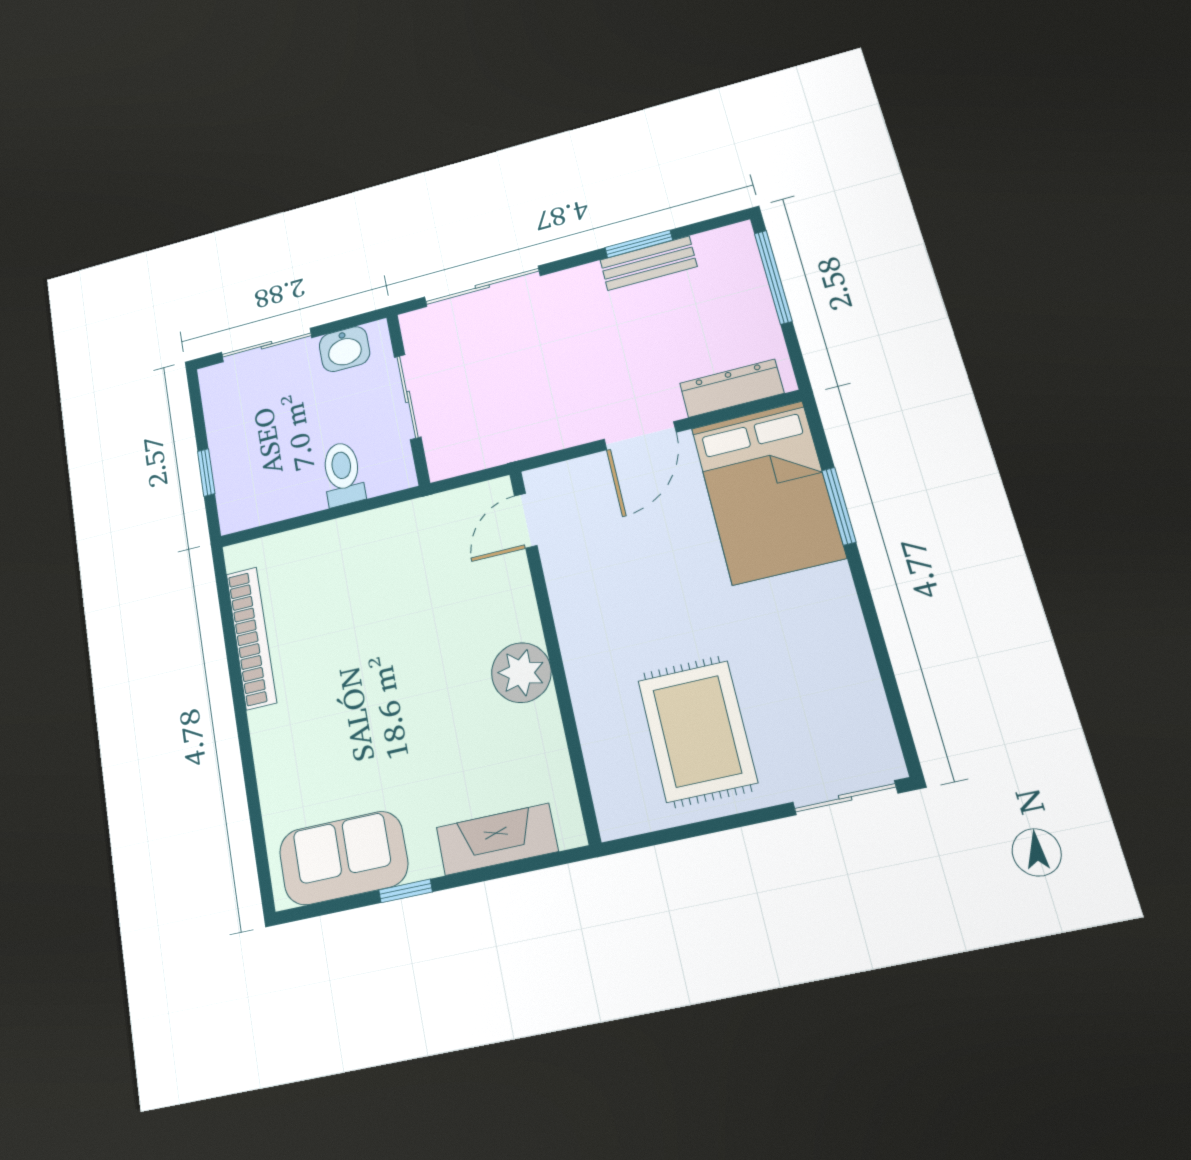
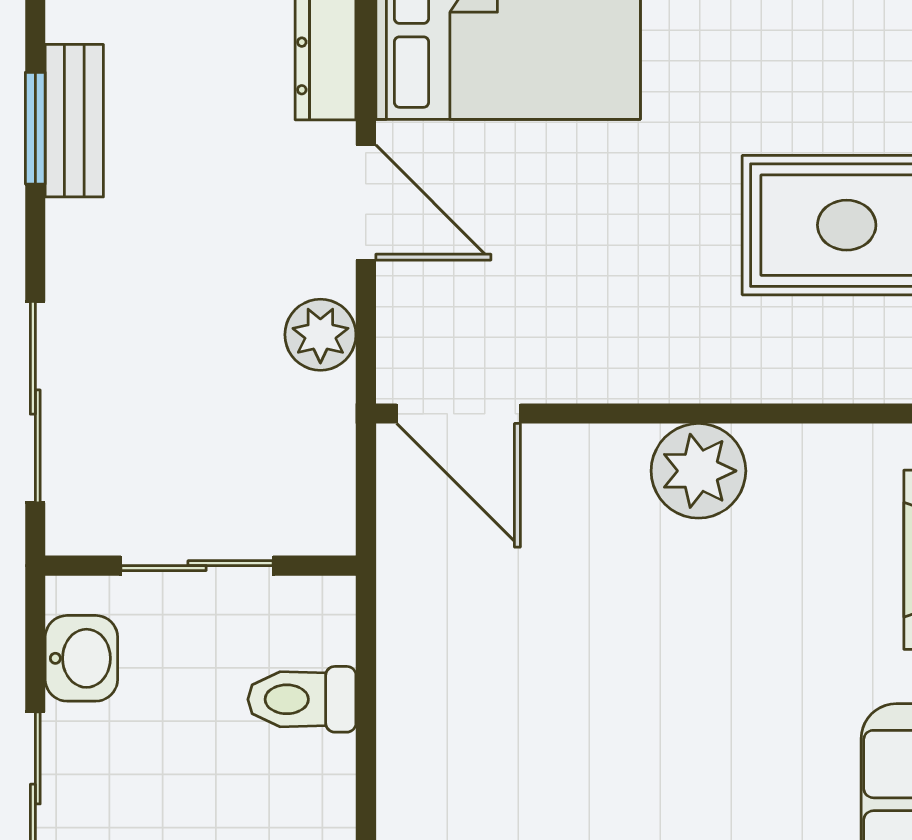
plant: (555, 430) -> (320, 335), added
door: (526, 521) -> (458, 414), width x1.38

